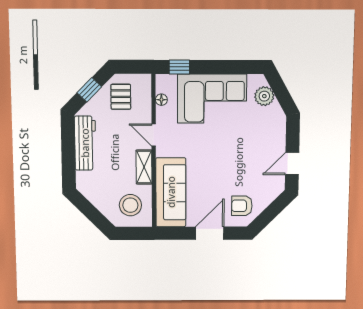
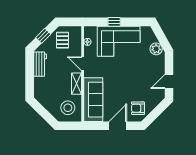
window: (179, 67) -> (114, 22), moved
plant: (264, 96) -> (156, 49), moved
workbench: (85, 143) -> (40, 64), width x0.73

